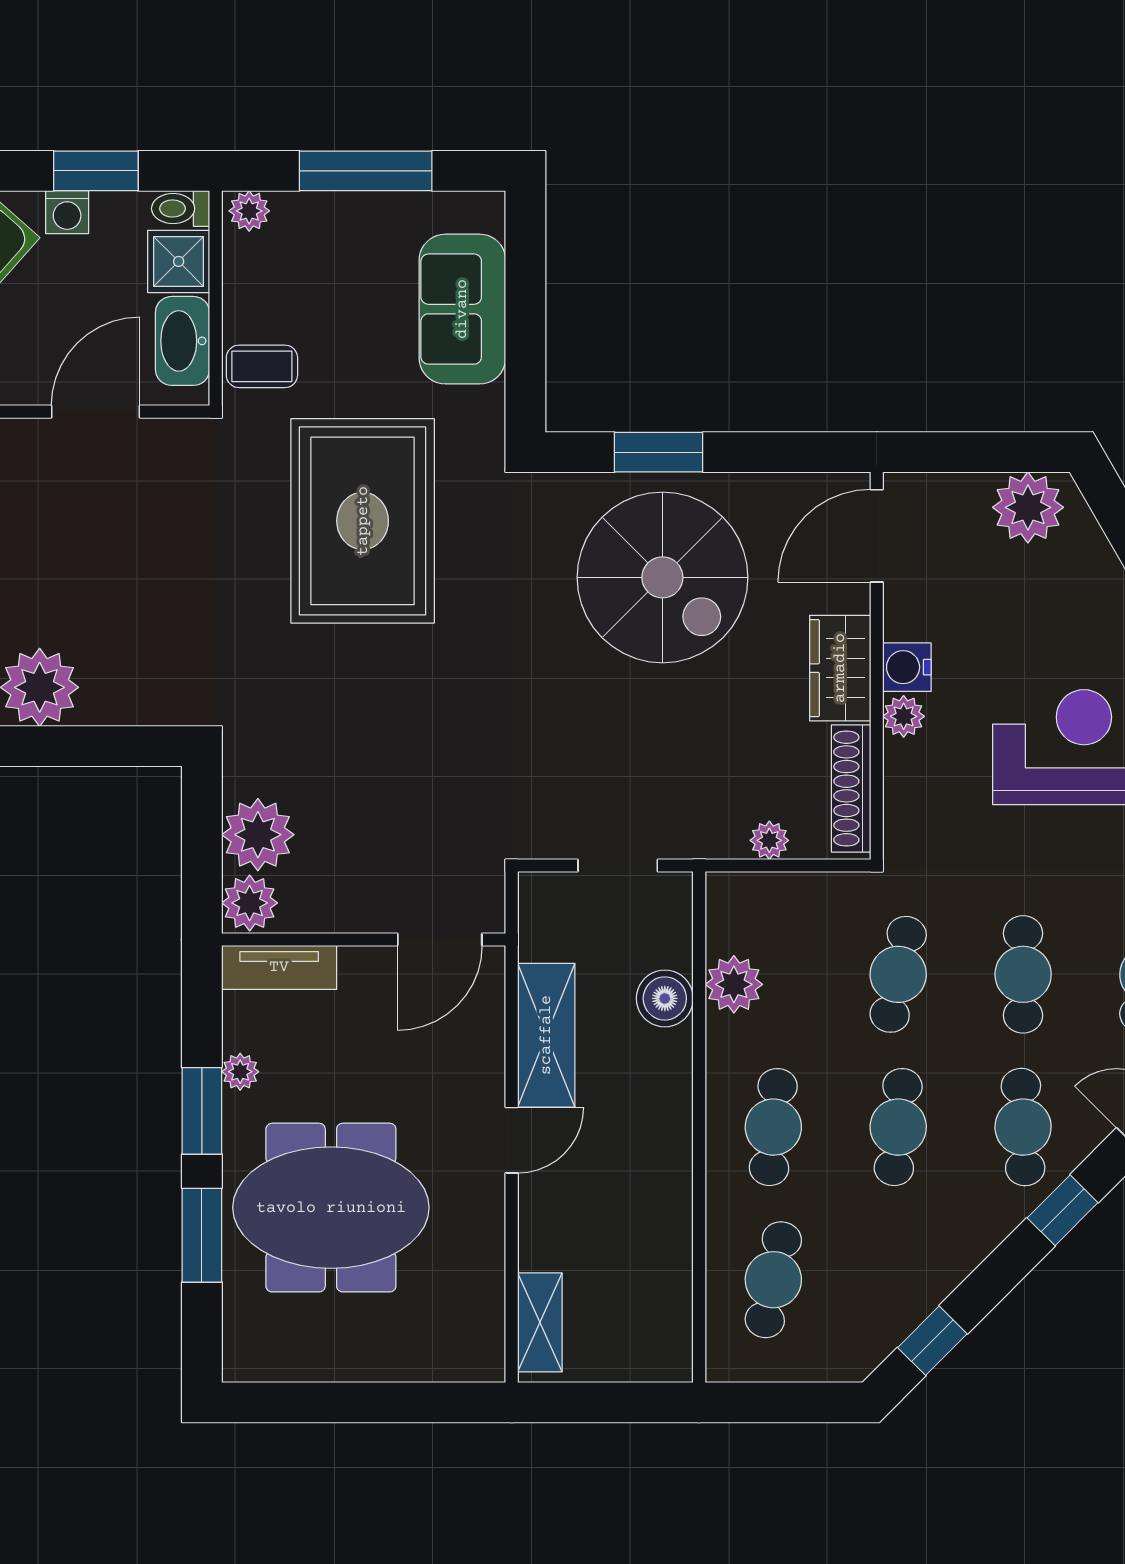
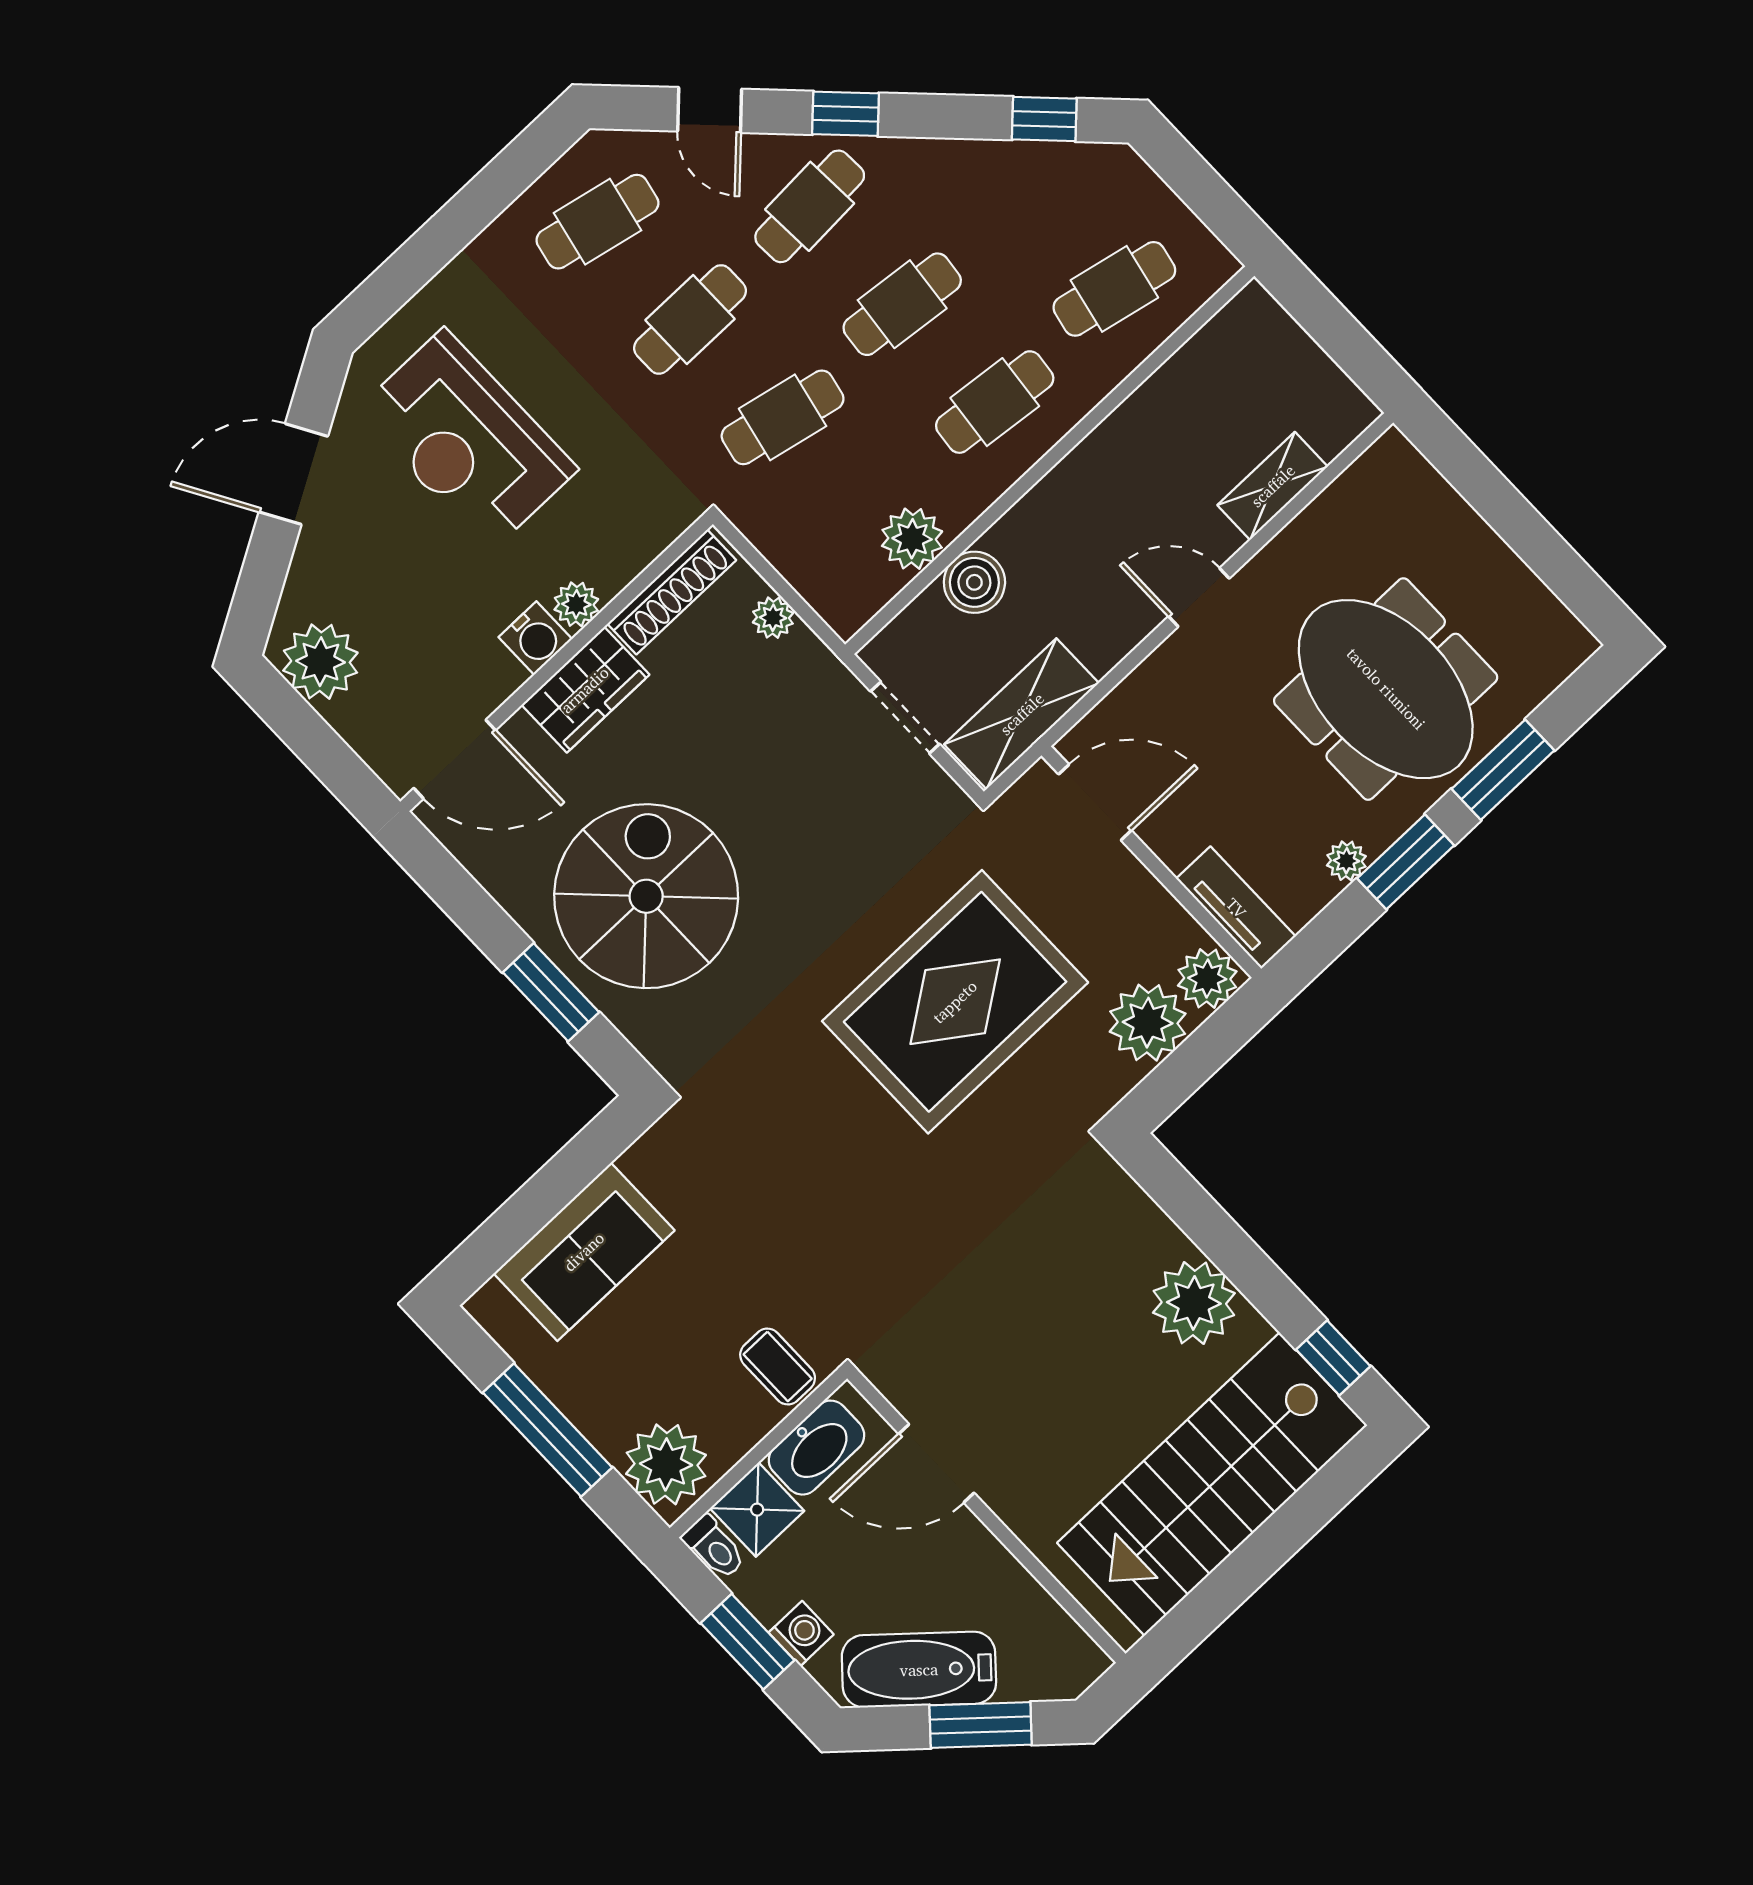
plant: (249, 211) -> (666, 1464), width x1.87, depth x1.87
rug: (363, 521) -> (955, 1002), moved
shelving: (546, 1035) -> (1022, 714), moved
shelving: (540, 1322) -> (1273, 486), moved

